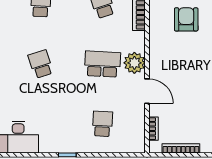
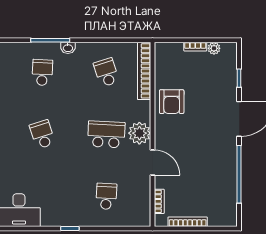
armchair: (186, 19) -> (172, 102), moved, turned 180

